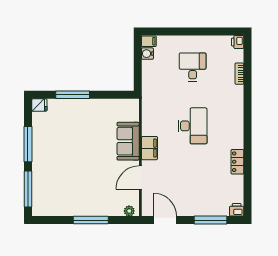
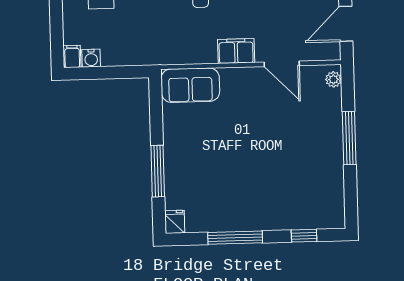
sofa: (128, 141) -> (190, 85), moved
window: (28, 189) -> (304, 236), width x0.46

